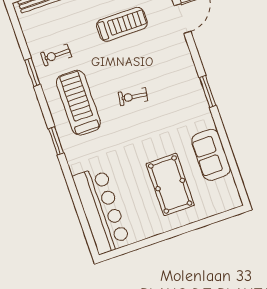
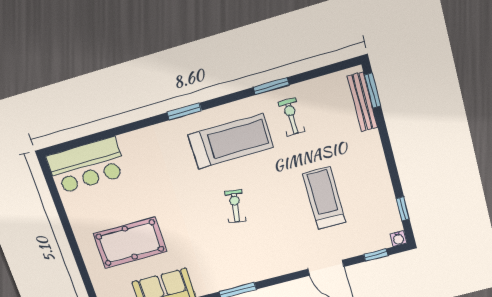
treadmill: (122, 24) -> (324, 198), turned 180
bar counter: (101, 210) -> (87, 166), width x0.73

